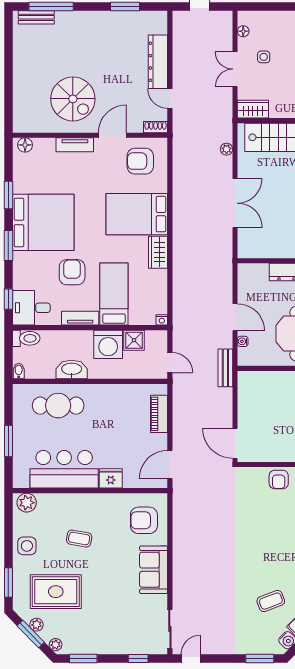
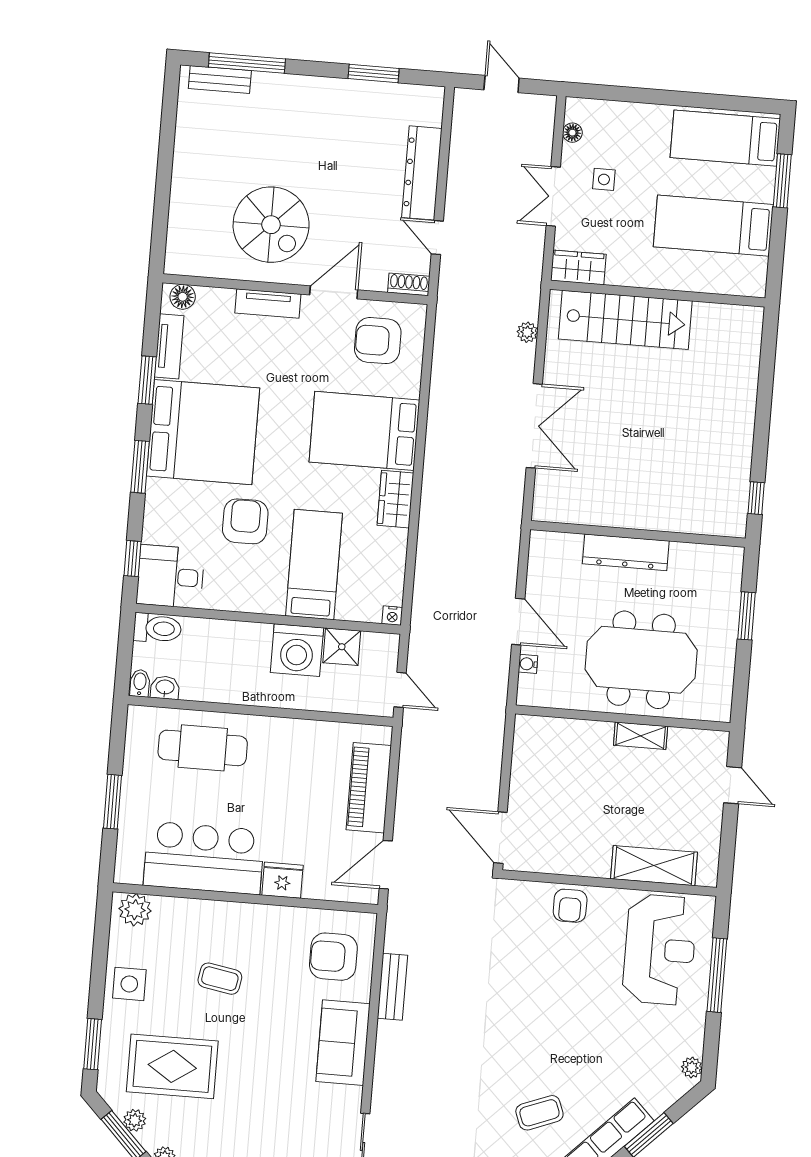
tv unit: (80, 318) -> (169, 346), moved, turned 90
bench: (225, 368) -> (392, 987), moved
washbasin: (72, 369) -> (165, 688), moved, width x0.52, depth x0.69
piano: (159, 414) -> (369, 788), width x1.37, depth x1.33

